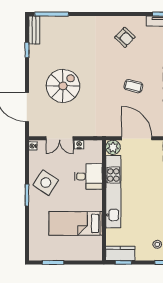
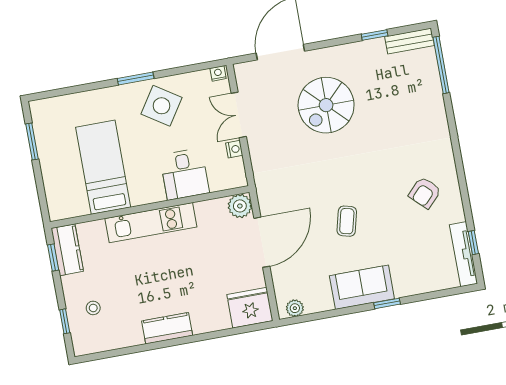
spiral stairs: (63, 86) -> (326, 105), turned 90
kitchen unit: (113, 192) -> (151, 223), width x0.73

